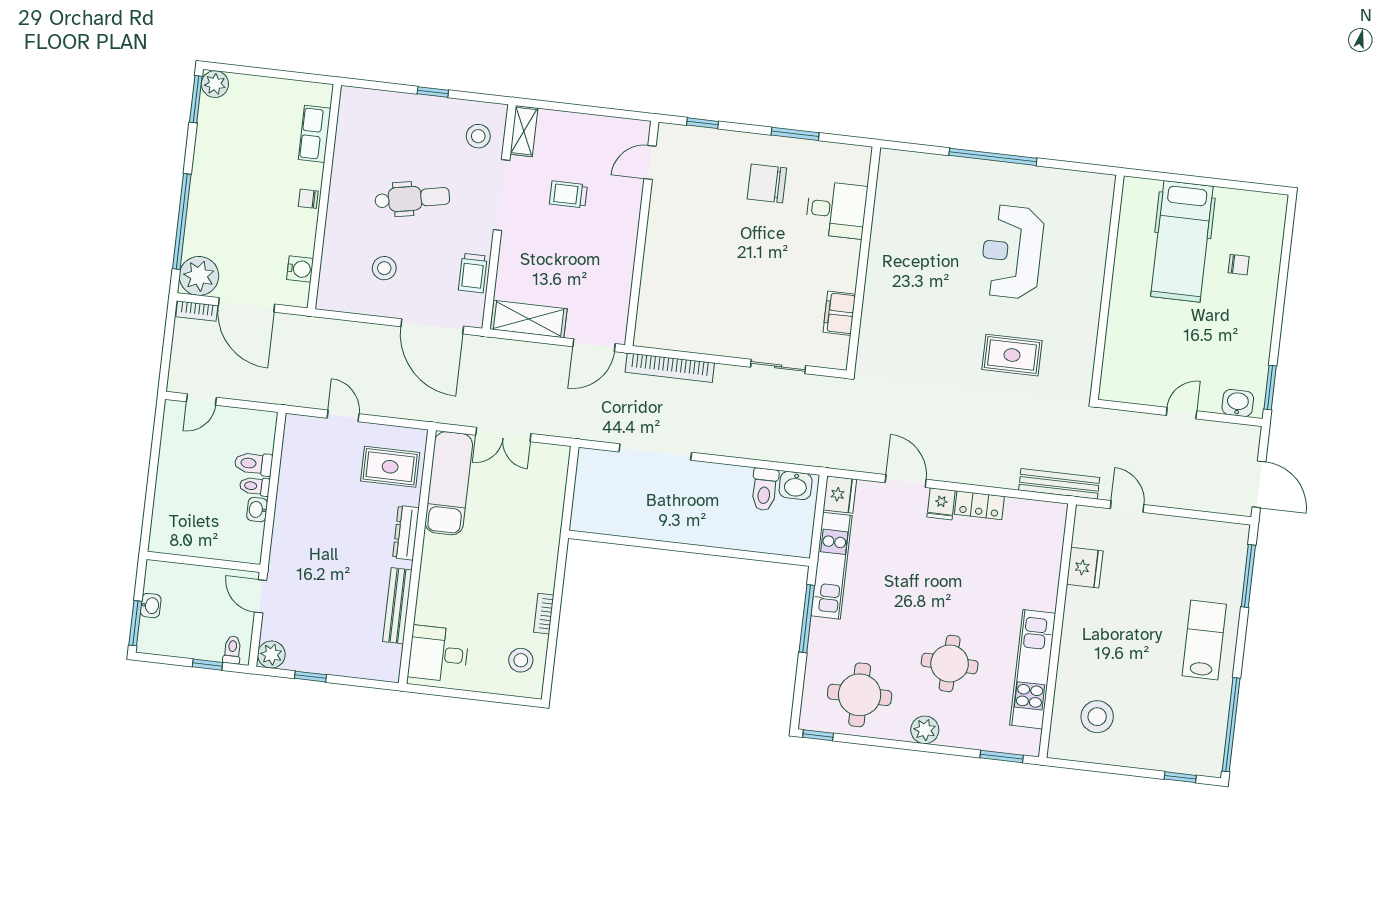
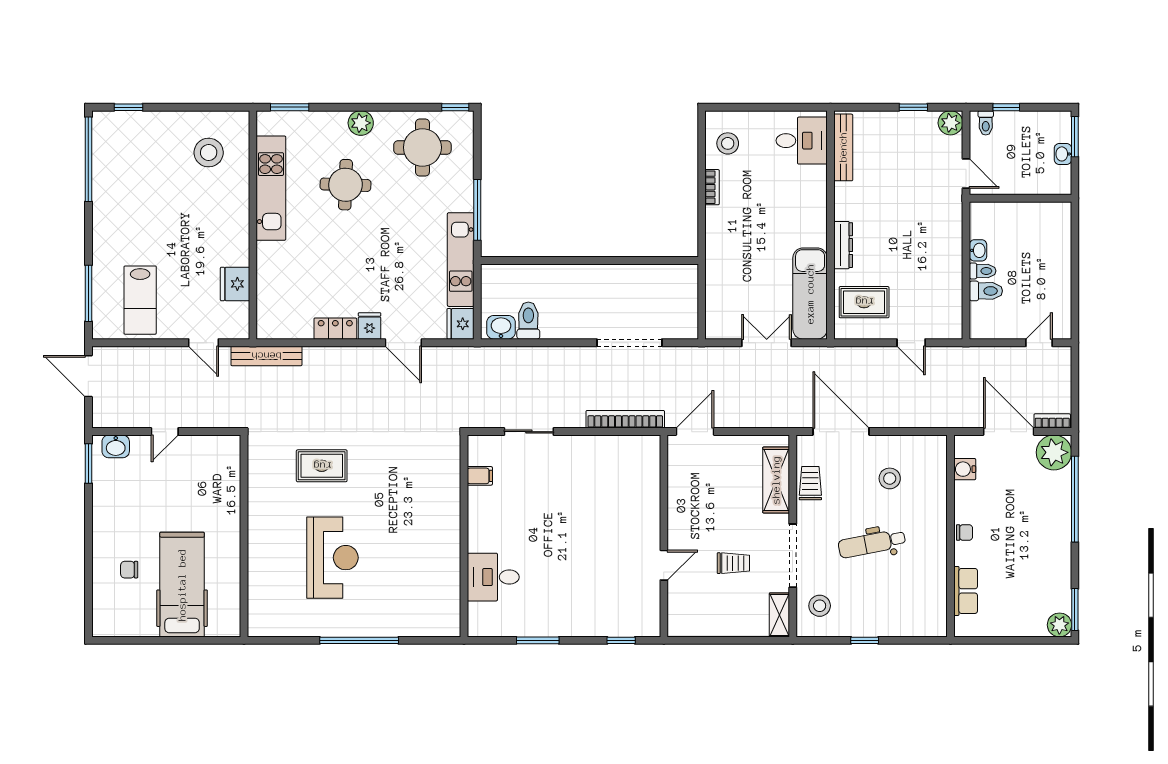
door: (650, 162) -> (664, 565), moved
chair: (767, 183) -> (558, 593), removed
filing cabinet: (839, 313) -> (480, 476), width x0.50
shelving: (529, 319) -> (776, 480), moved, turned 90
bench: (397, 606) -> (843, 147), moved
lab bench: (1204, 640) -> (140, 300), moved

